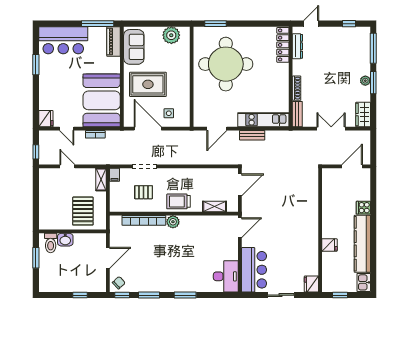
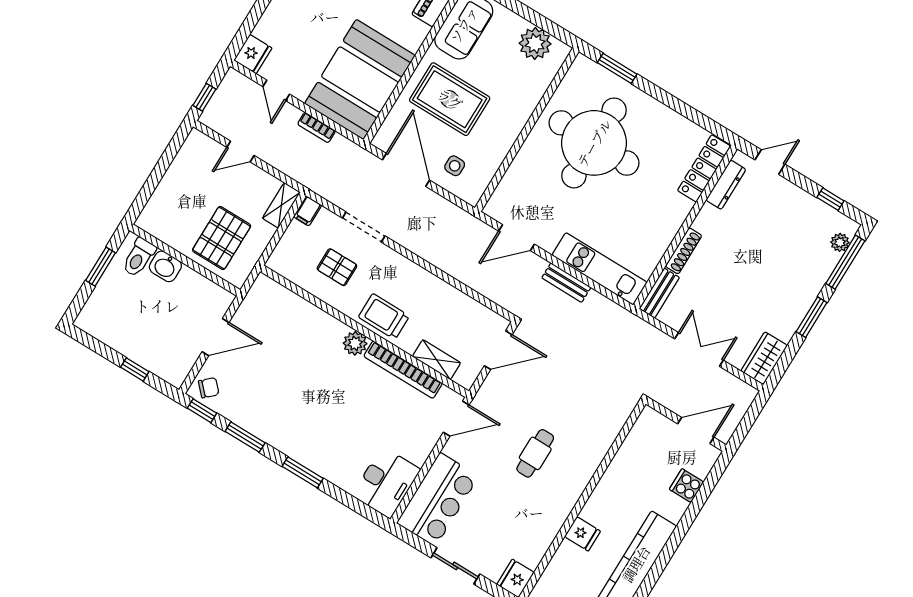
plant: (365, 81) -> (840, 242), moved
door: (67, 166) -> (240, 151), swing flipped
cooker: (363, 208) -> (687, 486), moved
bookcase: (144, 220) -> (403, 370), moved
cafe table: (286, 222) -> (535, 453), added

